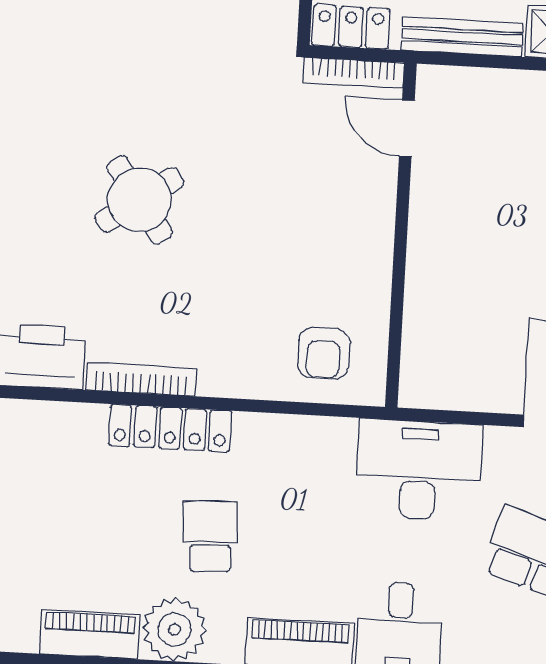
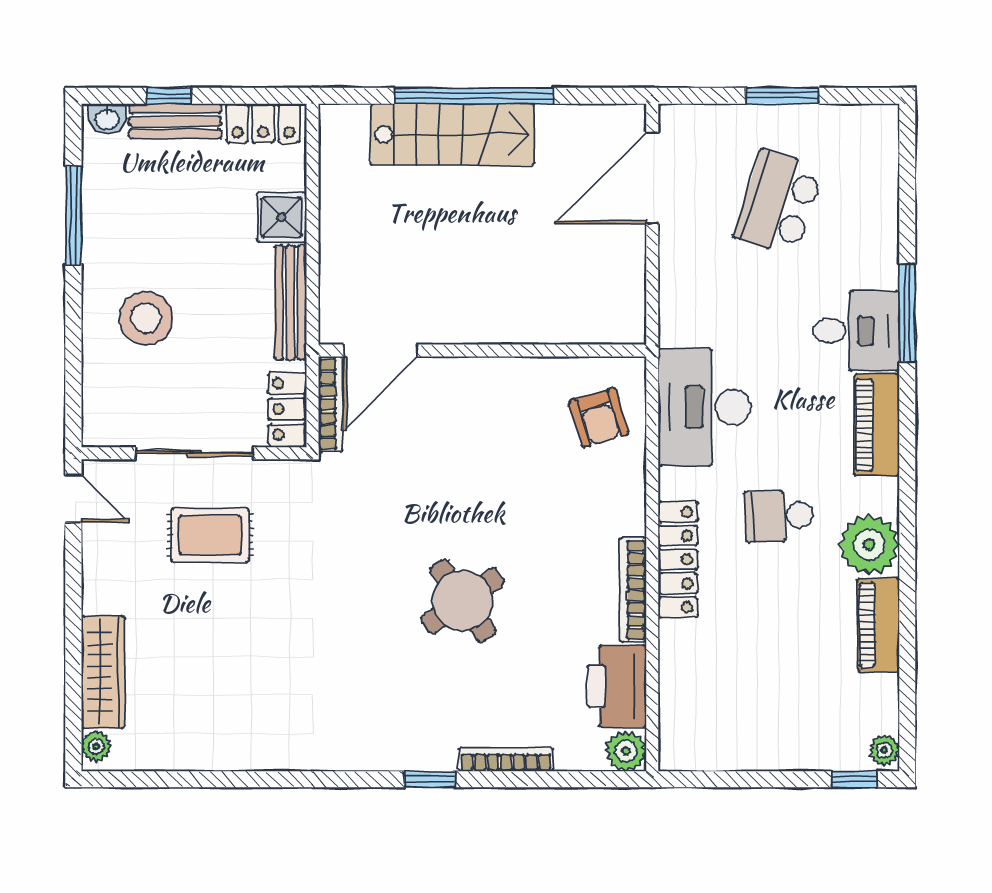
door: (407, 128) -> (381, 351), width x1.38
armchair: (324, 353) -> (599, 418), turned 73
desk: (419, 470) -> (704, 407), moved

